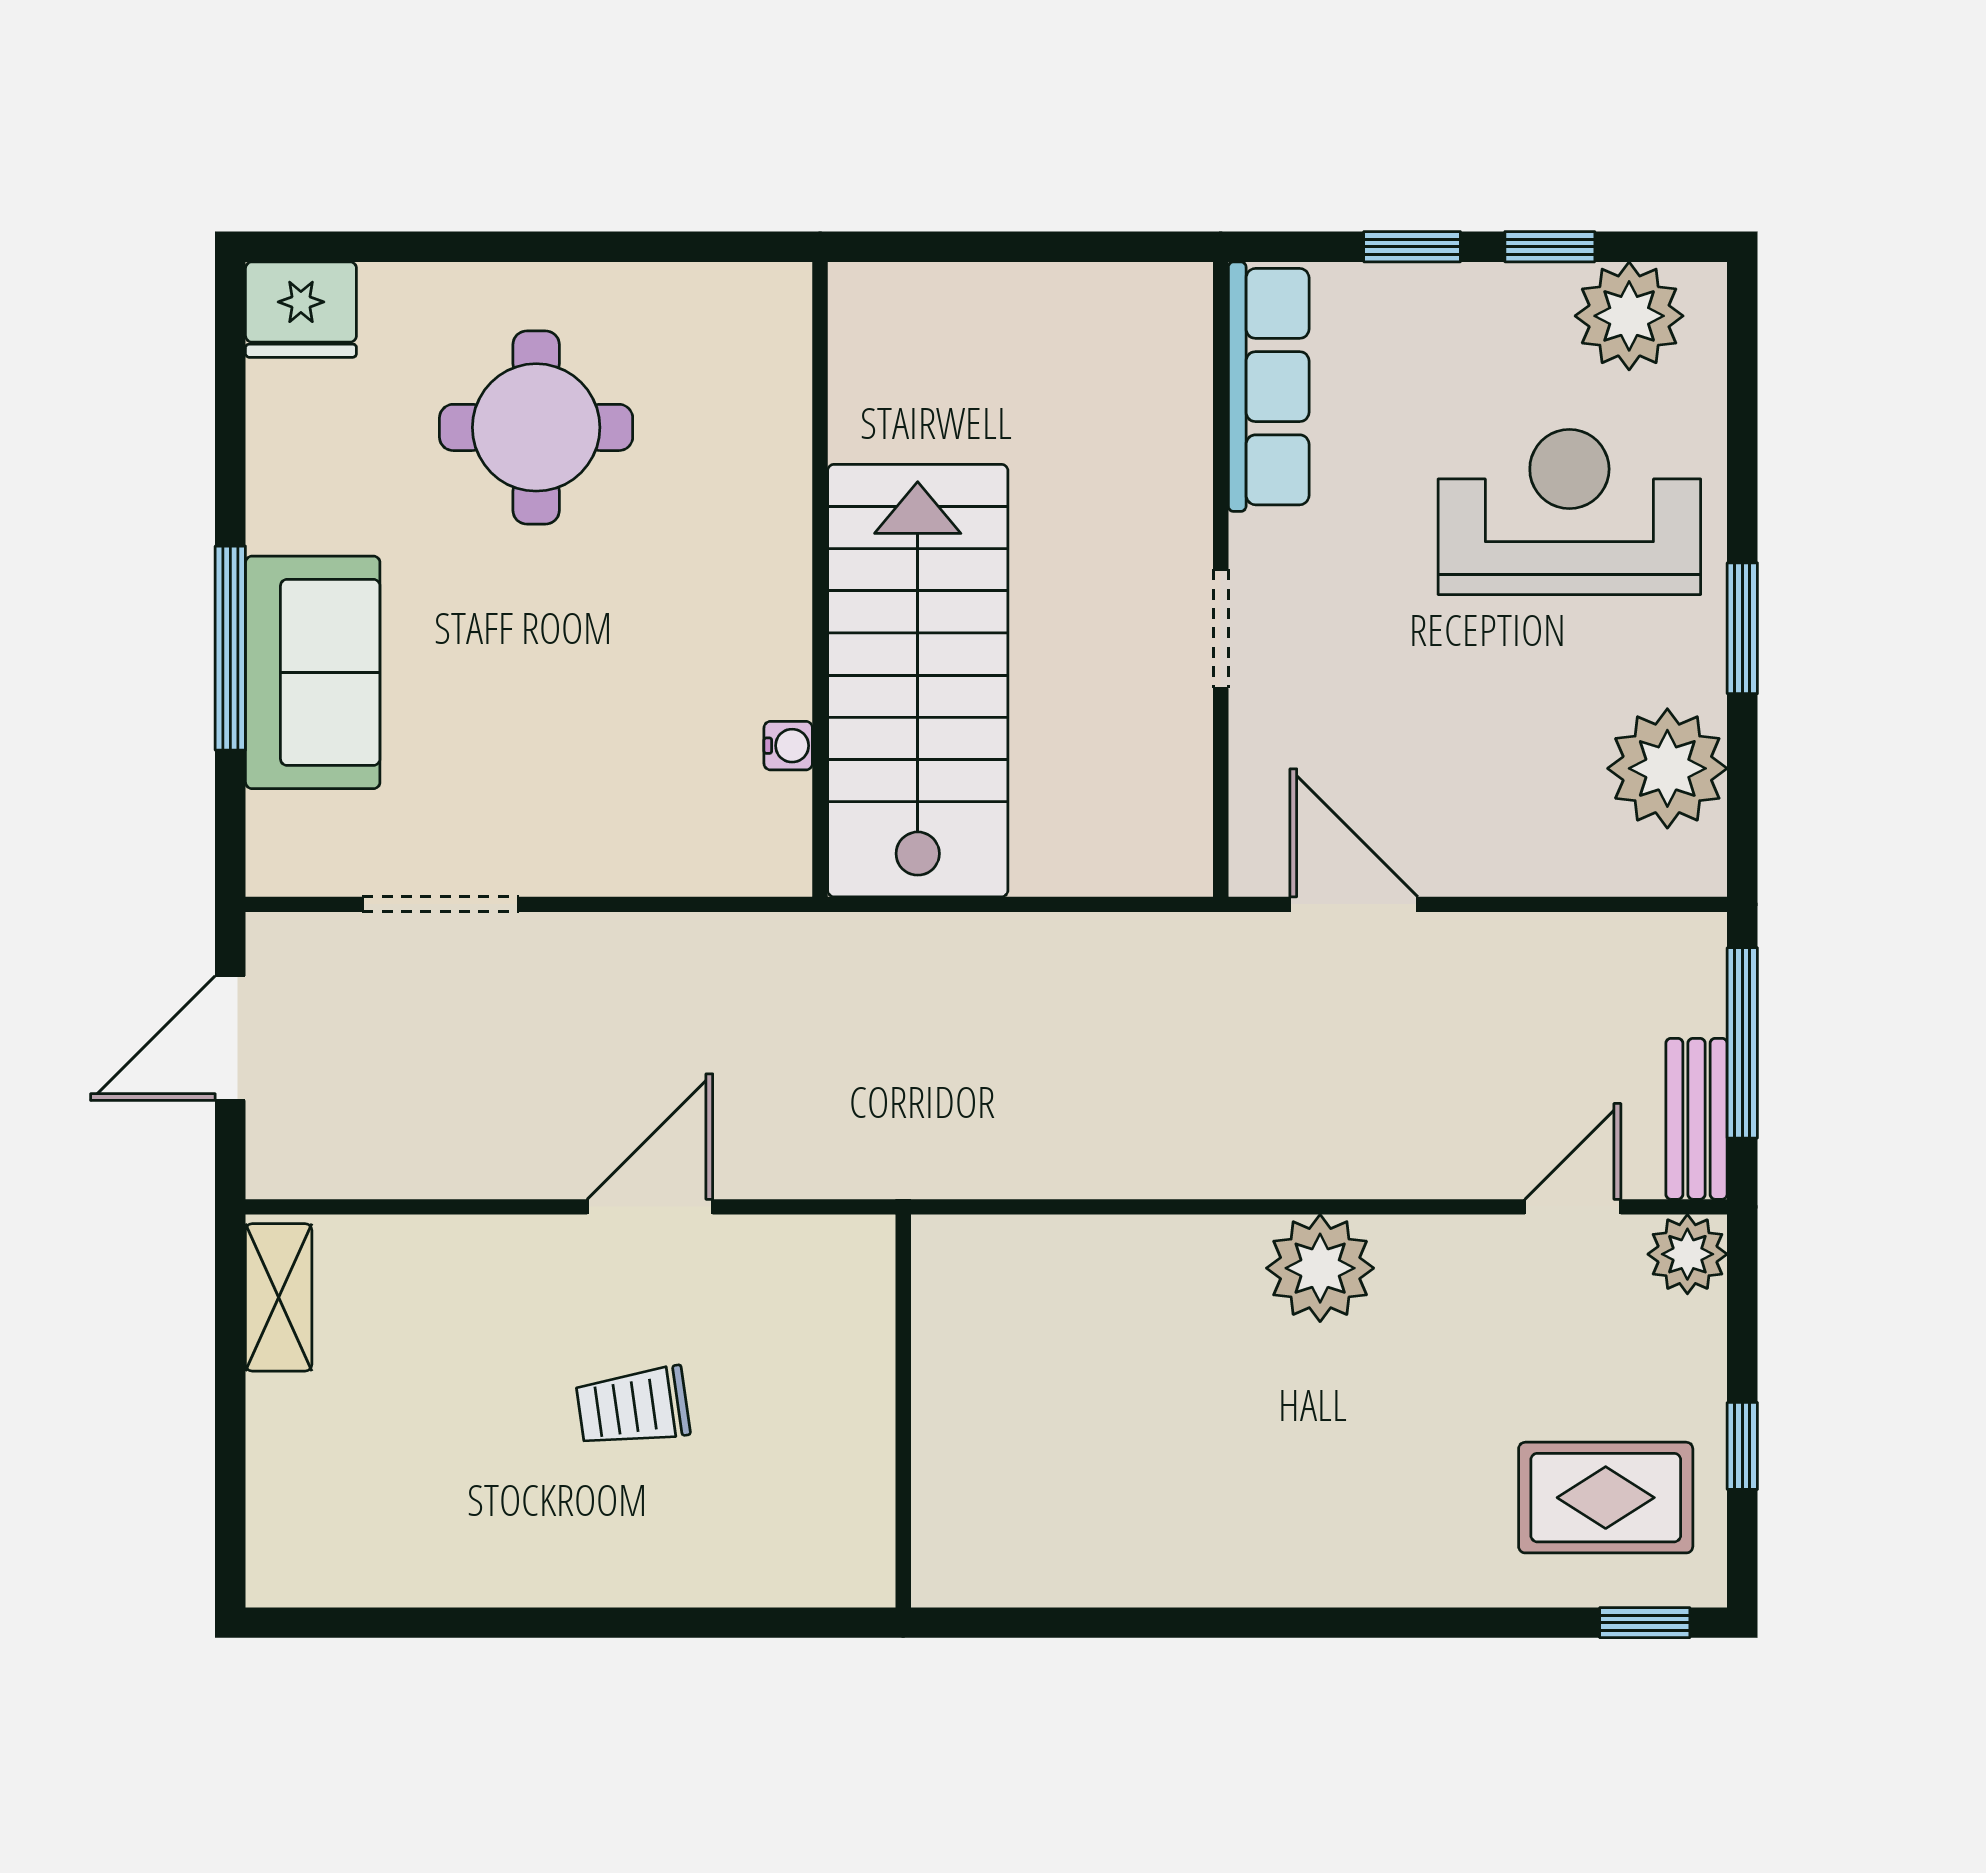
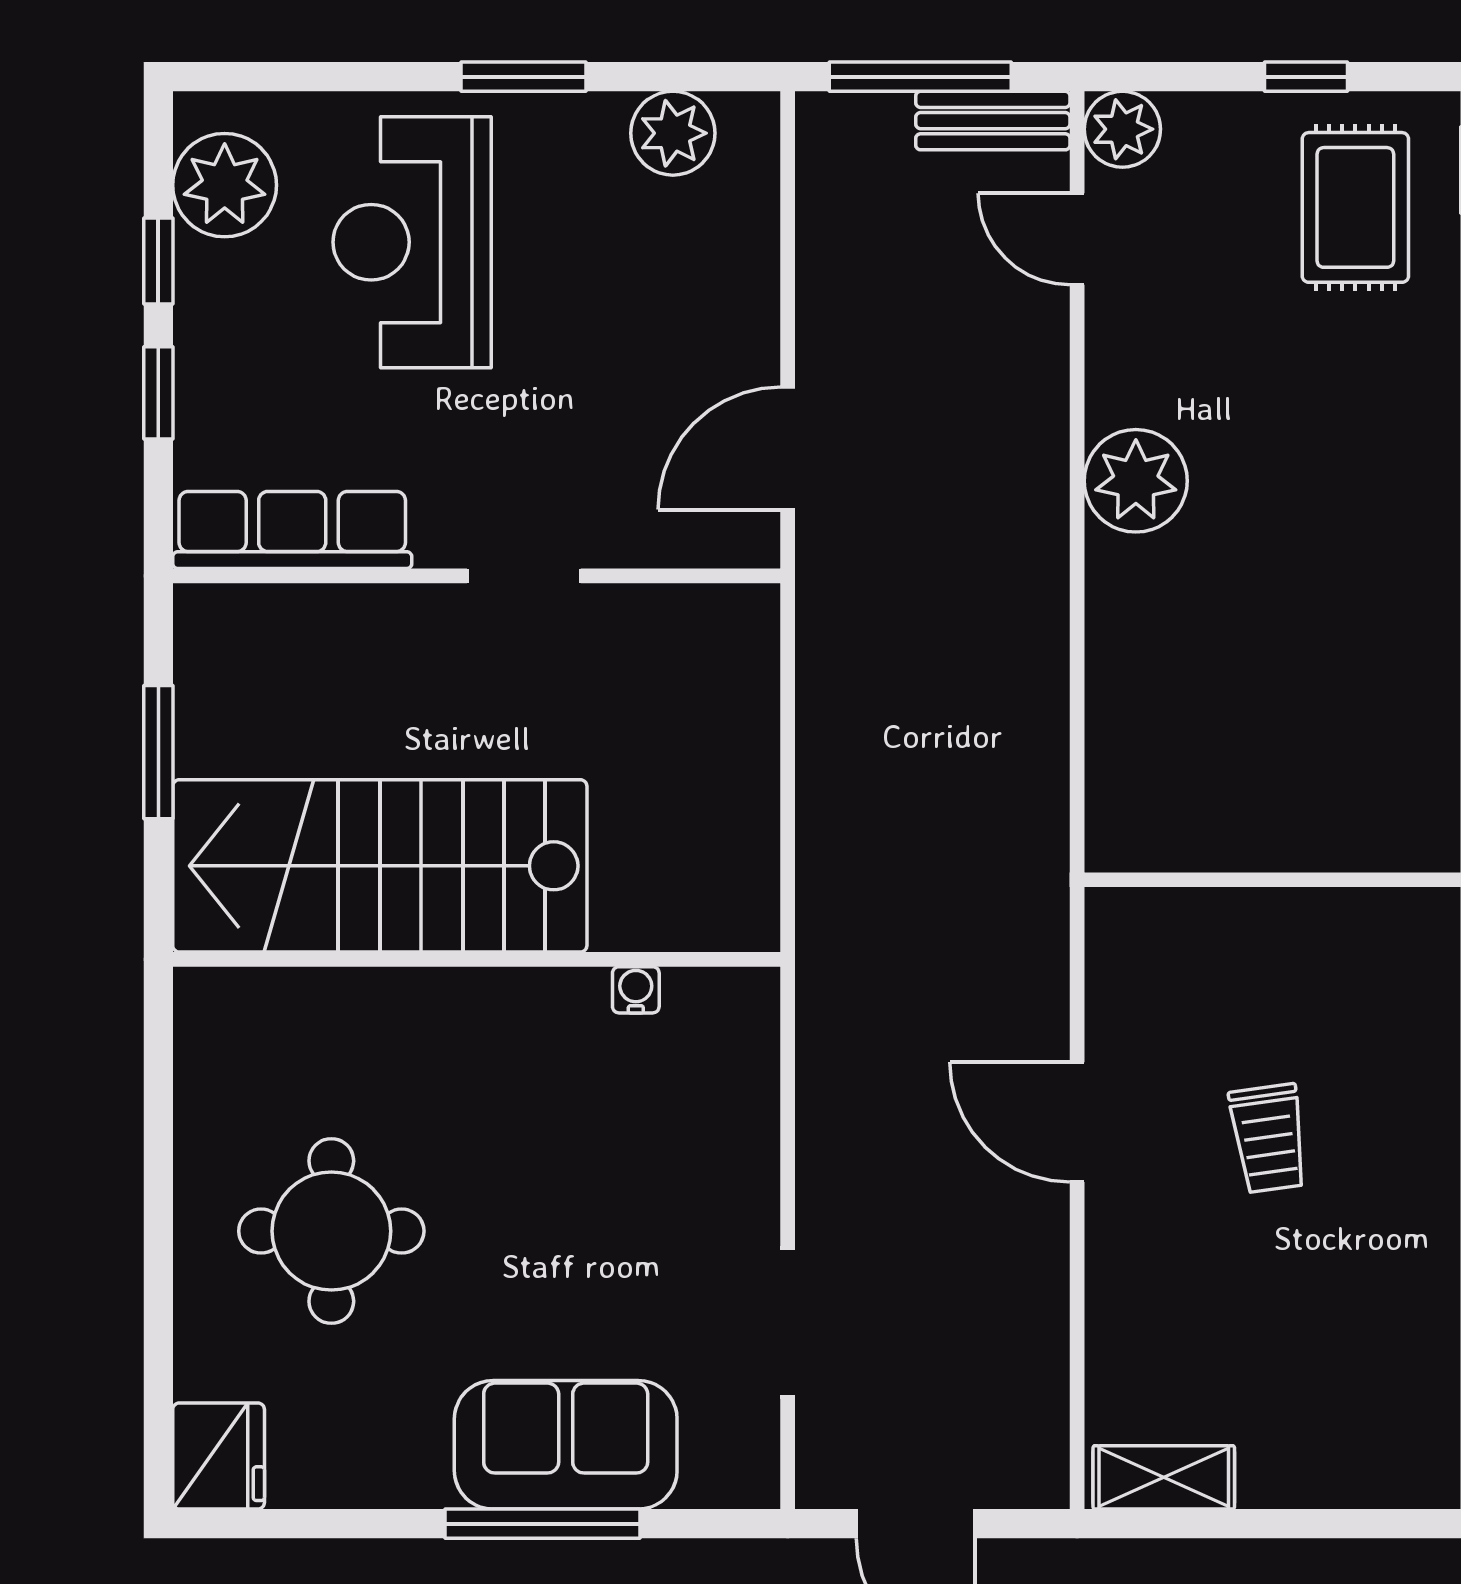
window: (1037, 247) -> (158, 752), added
stairs: (918, 681) -> (380, 866), moved
plant: (1667, 768) -> (673, 133), width x0.73, depth x0.73

